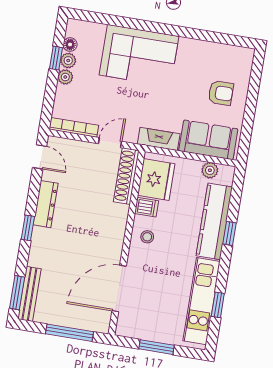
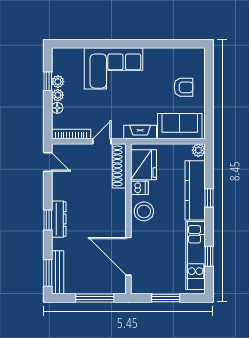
floor lamp: (70, 44) -> (57, 108), moved
plant: (210, 170) -> (198, 150), moved
dresser: (46, 204) -> (59, 219), moved
stool: (147, 237) -> (144, 211), width x1.89, depth x1.89
door: (119, 288) -> (128, 256), hinge flipped

